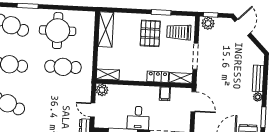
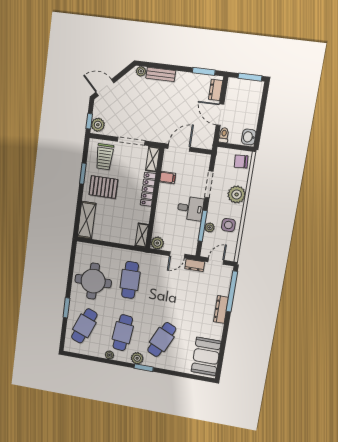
shelving: (106, 29) -> (87, 220), moved, turned 90
locker: (158, 77) -> (148, 189), width x1.53
plant: (258, 97) -> (141, 71), moved

